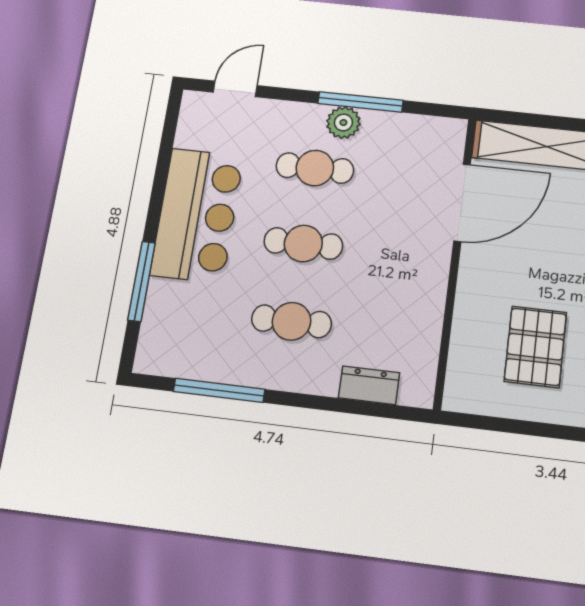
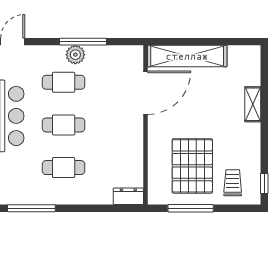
pallet: (535, 347) -> (192, 166), width x1.37, depth x1.41
dresser: (369, 385) -> (128, 196), moved
window: (524, 427) -> (191, 208), added

